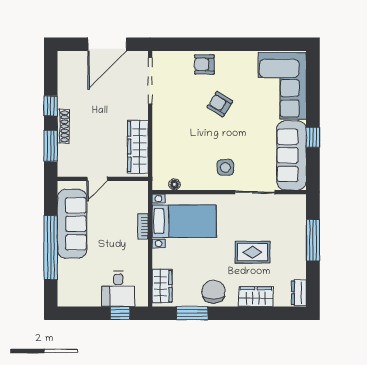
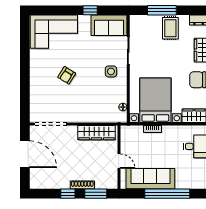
armchair: (204, 64) -> (39, 86), removed
sofa: (291, 155) -> (109, 25), width x0.73
bed with nightstands: (184, 221) -> (155, 100), width x1.36
rug: (253, 252) -> (170, 28), moved

